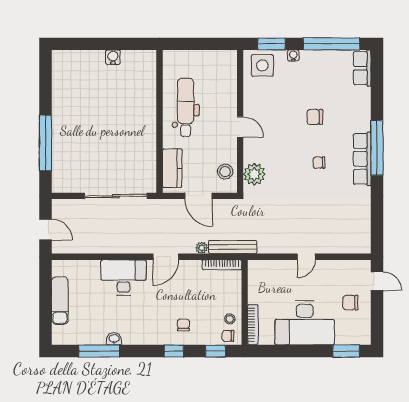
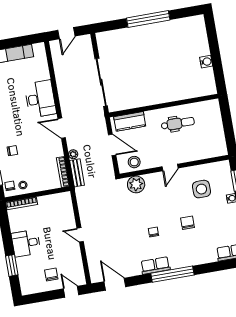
side table: (262, 65) -> (201, 189), moved
dental chair: (186, 107) -> (178, 123), width x0.73, depth x0.72
window: (45, 143) -> (148, 19), moved
row of seats: (362, 159) -> (155, 266), width x0.68
door: (198, 196) -> (112, 145), swing flipped
door: (377, 224) -> (115, 284), added
bench: (233, 247) -> (77, 173), width x0.73
door: (377, 281) -> (71, 292), swing flipped
desk: (305, 323) -> (26, 243), width x0.53, depth x0.77
window: (346, 351) -> (12, 265), moved

